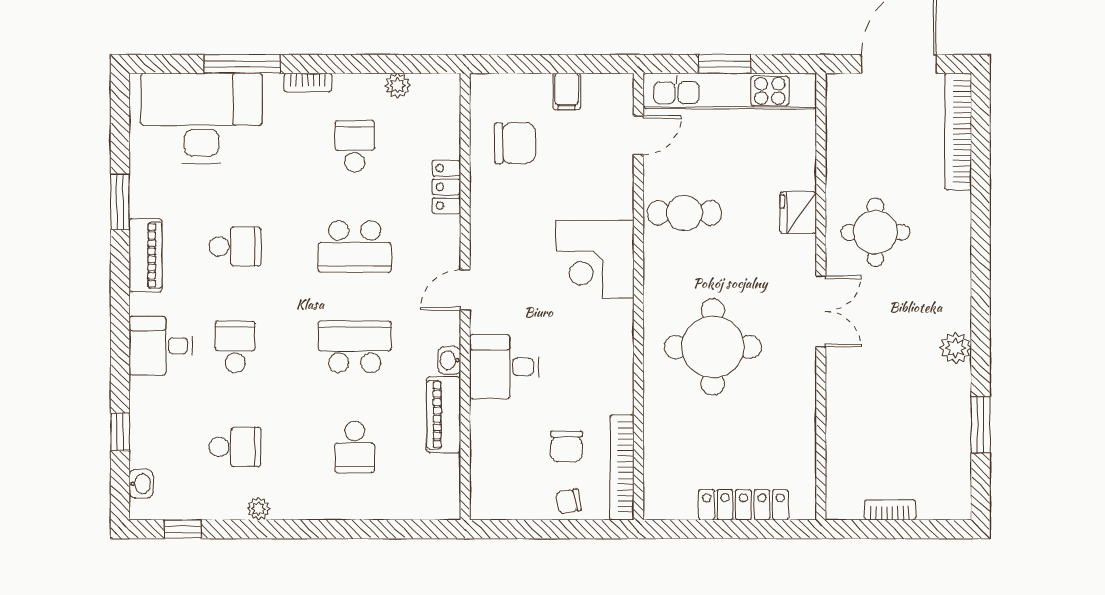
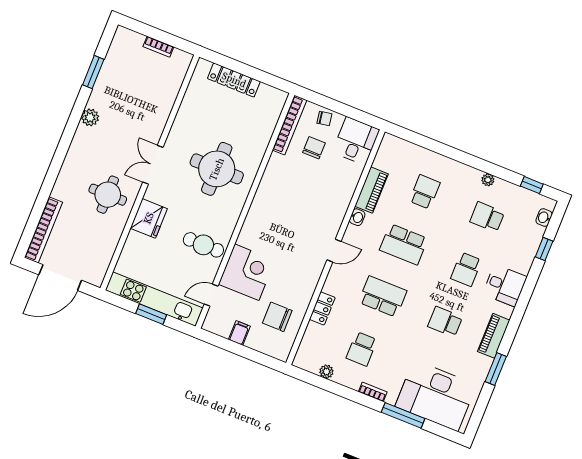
fridge: (798, 213) -> (149, 218), width x1.36, depth x1.34
corner desk: (595, 259) -> (247, 272), moved
desk: (504, 367) -> (356, 141), moved, turned -90

